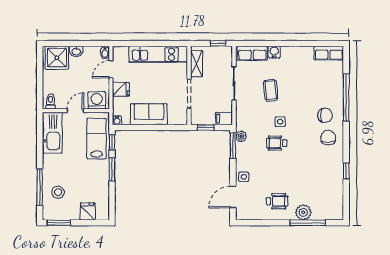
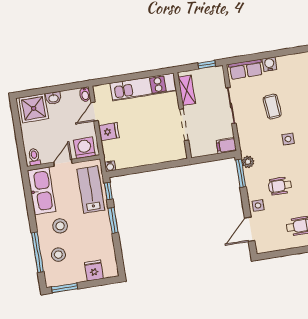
sofa: (149, 114) -> (144, 154), removed
window: (206, 128) -> (208, 158), removed
wheelchair: (277, 143) -> (280, 186), moved
stool: (64, 167) -> (60, 226), added

